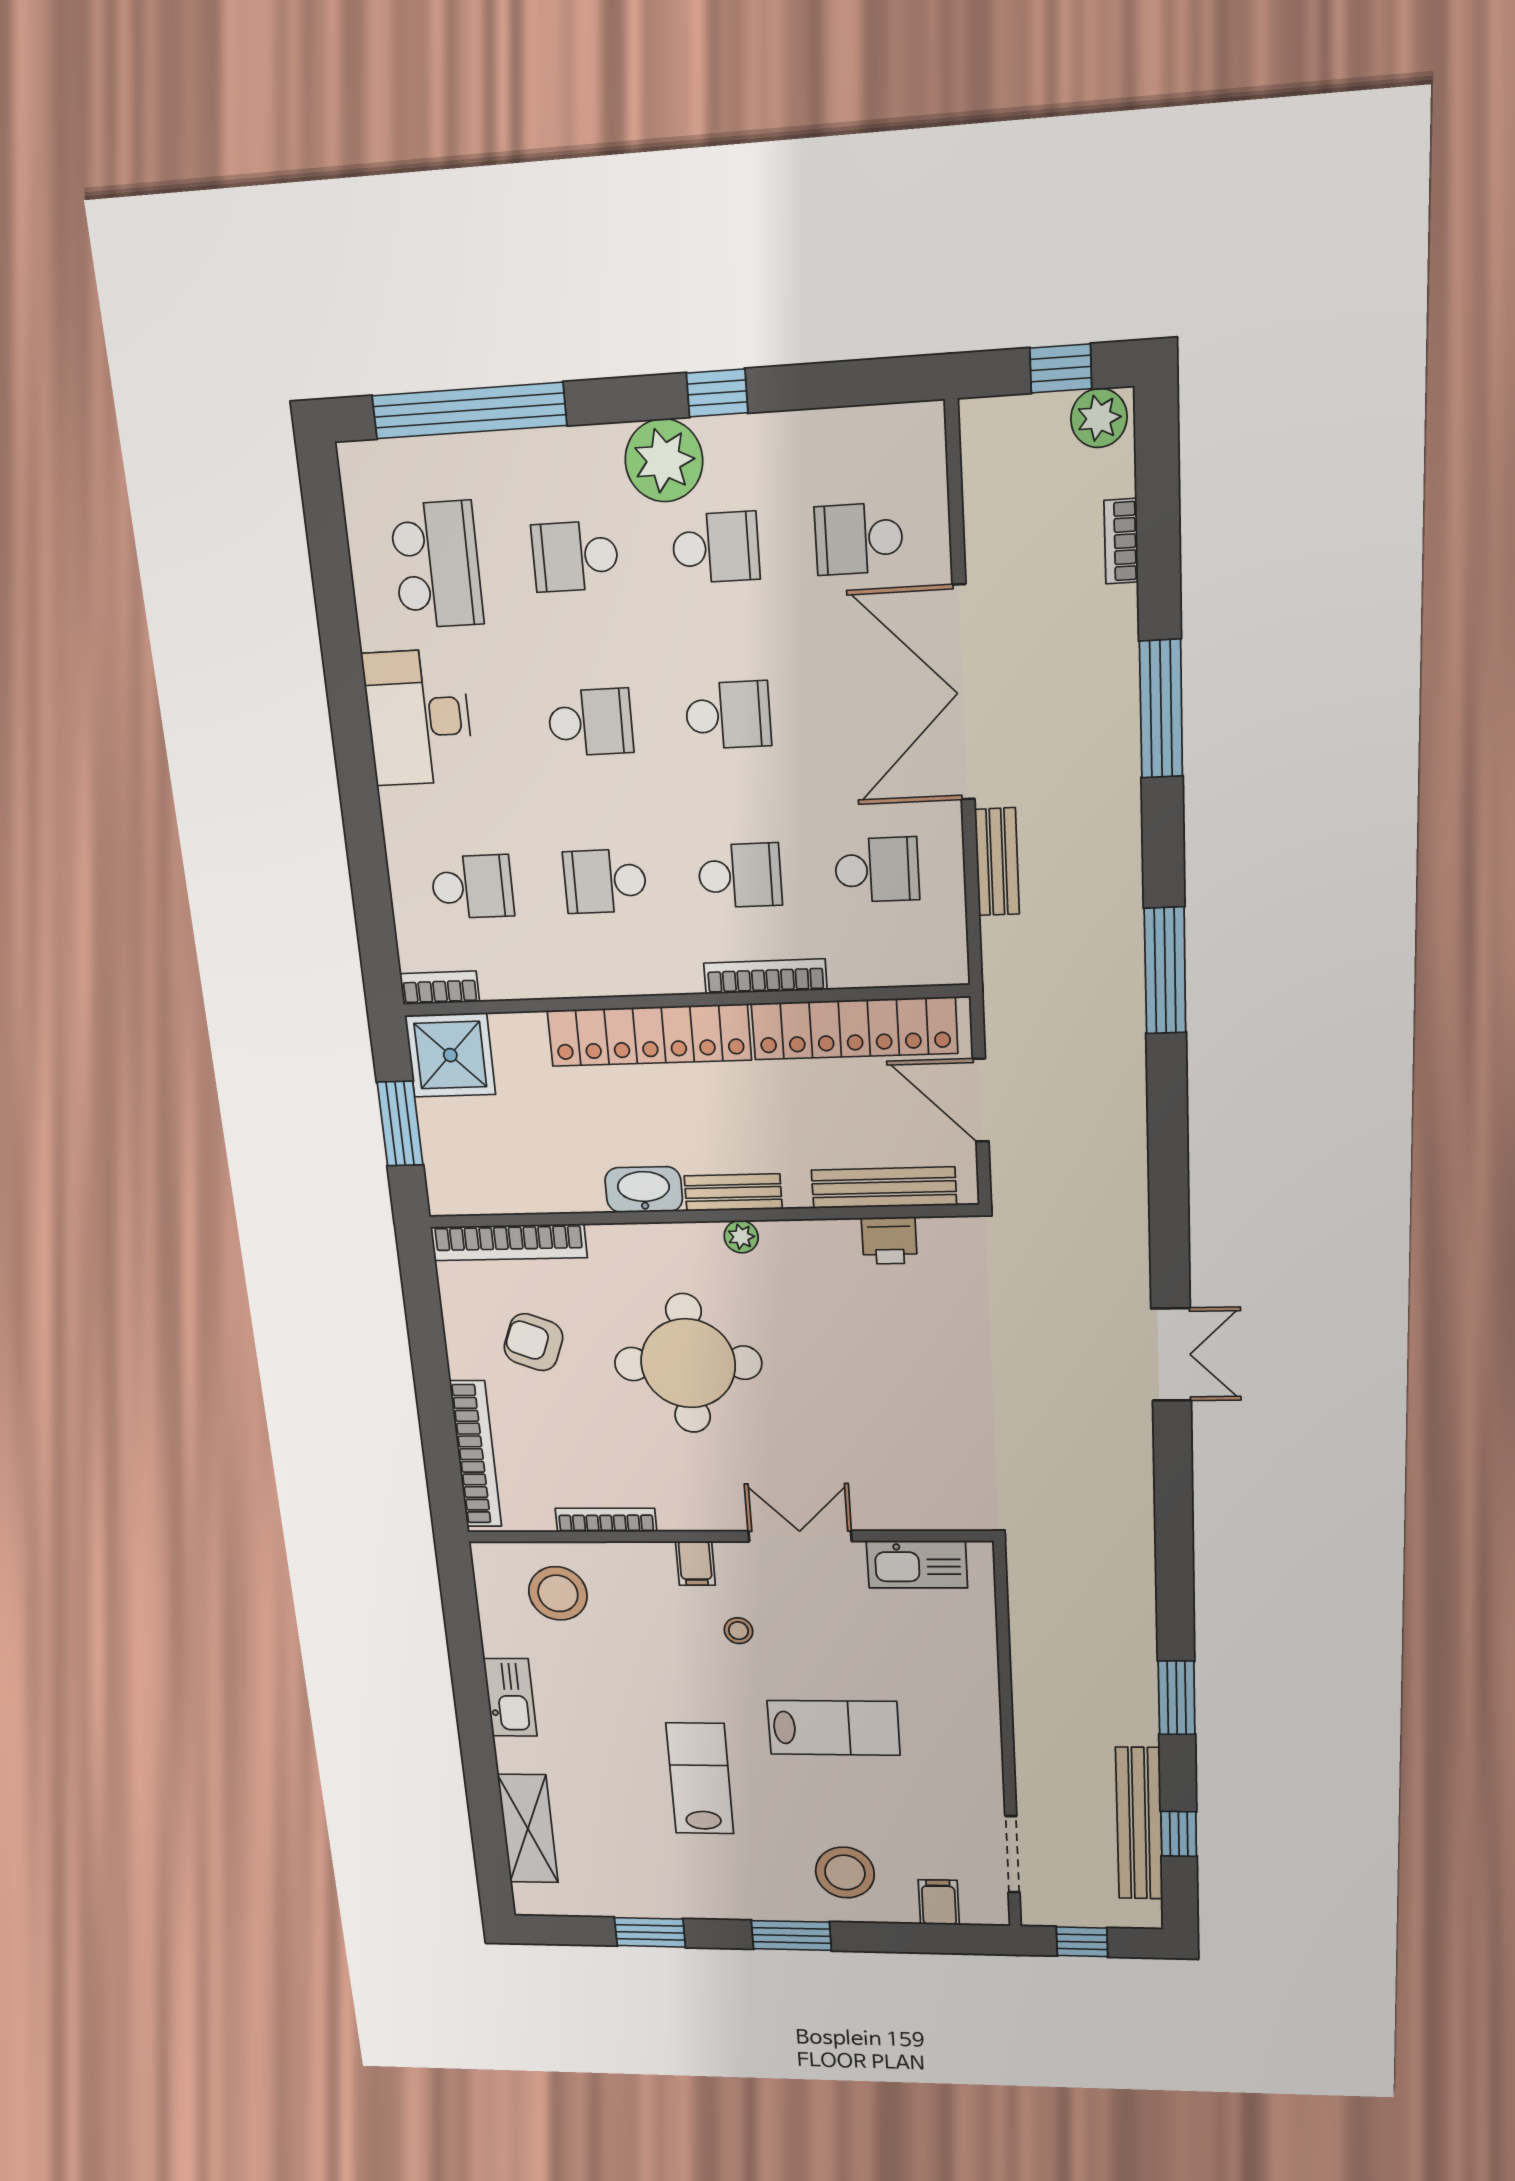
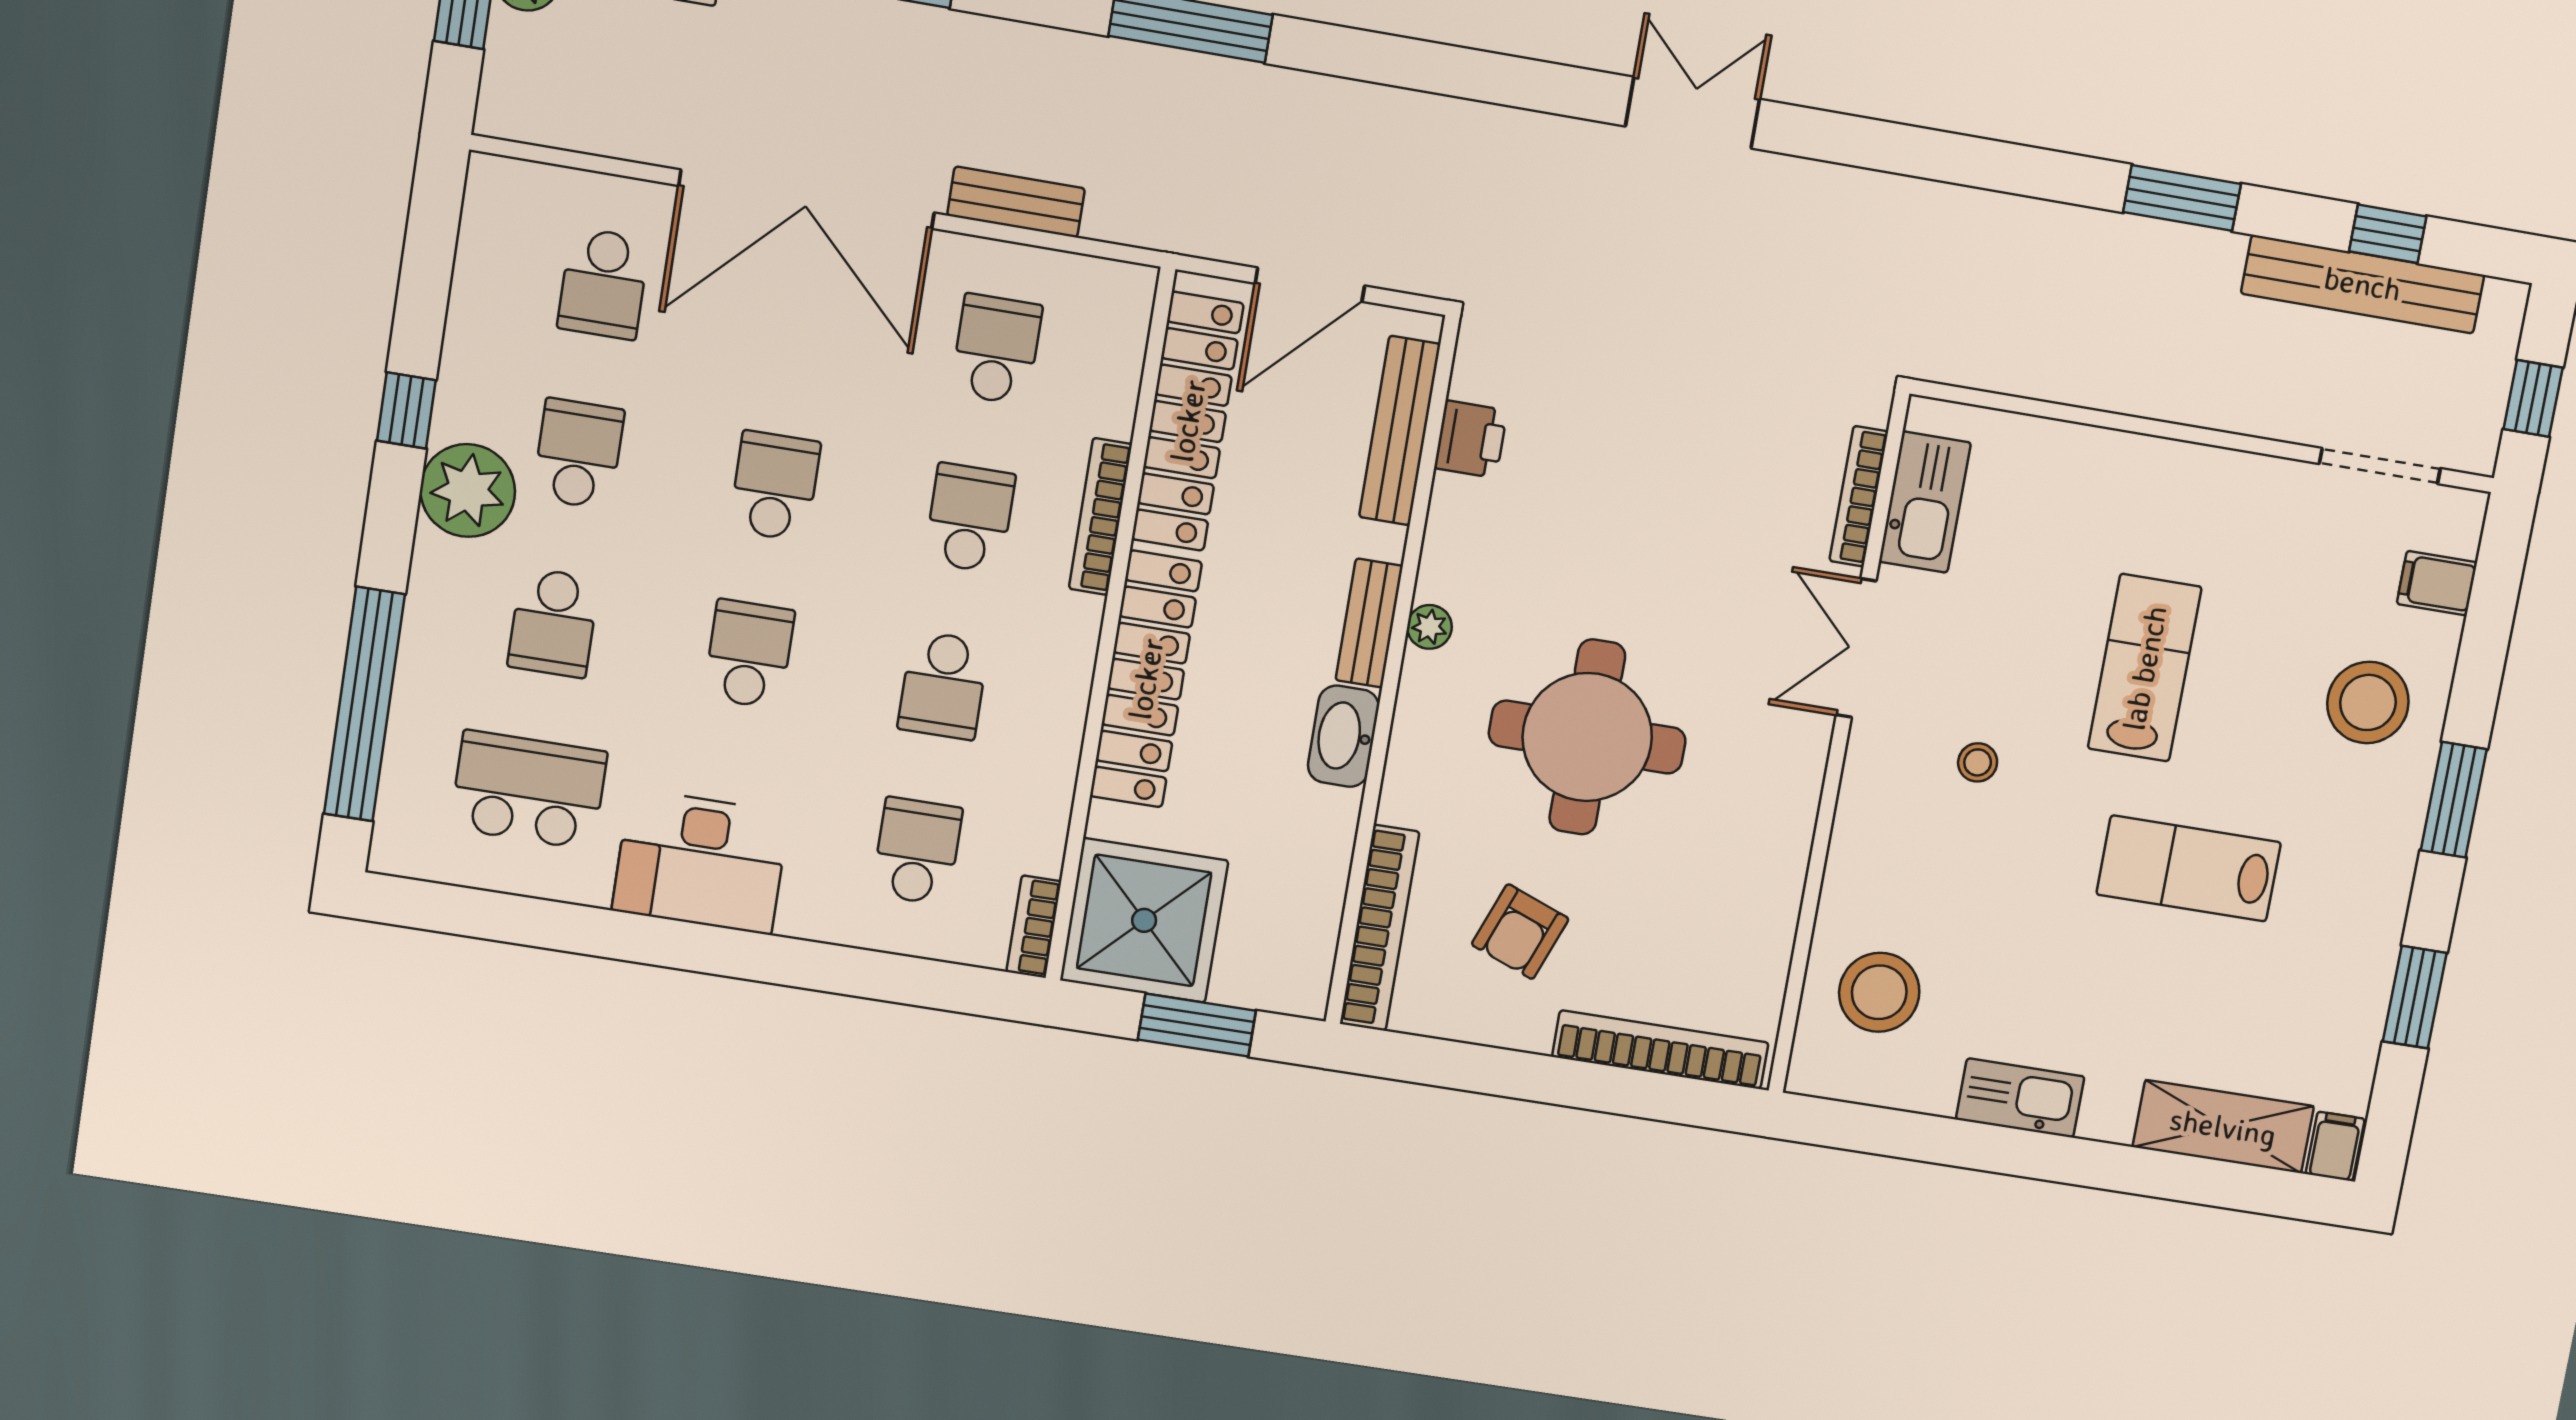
shower: (450, 1055) -> (1144, 920), width x1.37, depth x1.37
bookcase: (606, 1520) -> (1859, 496), moved
filing cabinet: (695, 1563) -> (2335, 1146), moved, turned -90

